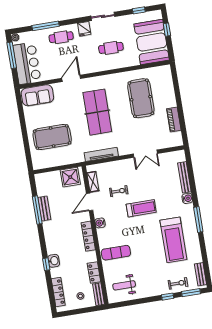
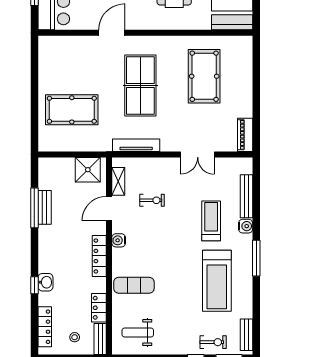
sofa: (37, 95) -> (61, 48), removed
piano: (174, 120) -> (245, 135), moved
treadmill: (141, 208) -> (211, 221), moved, turned -90

